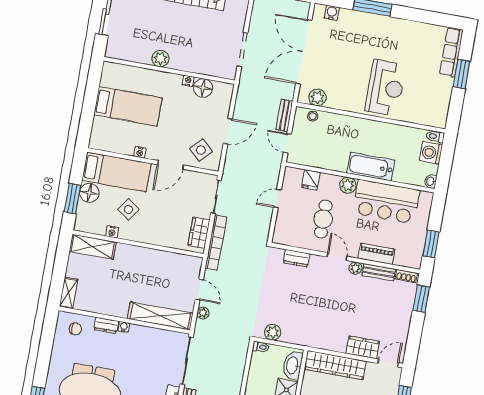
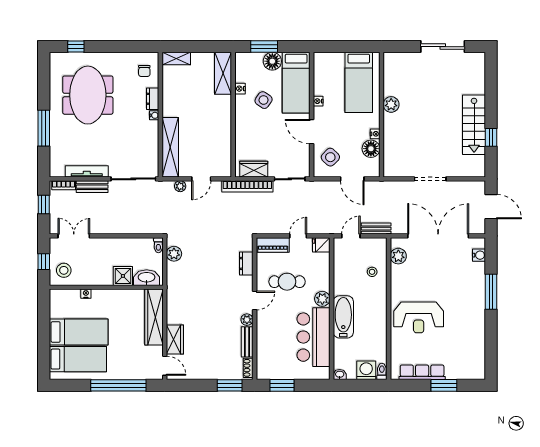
row of seats: (451, 52) -> (422, 372), moved
plant: (160, 59) -> (391, 104), moved
wall: (169, 71) -> (381, 115), moved
nightstand: (188, 81) -> (375, 134), moved
floor lamp: (203, 88) -> (371, 149), moved
stool: (313, 116) -> (372, 272), moved
fridge: (311, 180) -> (321, 245), moved
door: (277, 199) -> (298, 236), hinge flipped
piano: (376, 254) -> (273, 245), moved, turned 90

